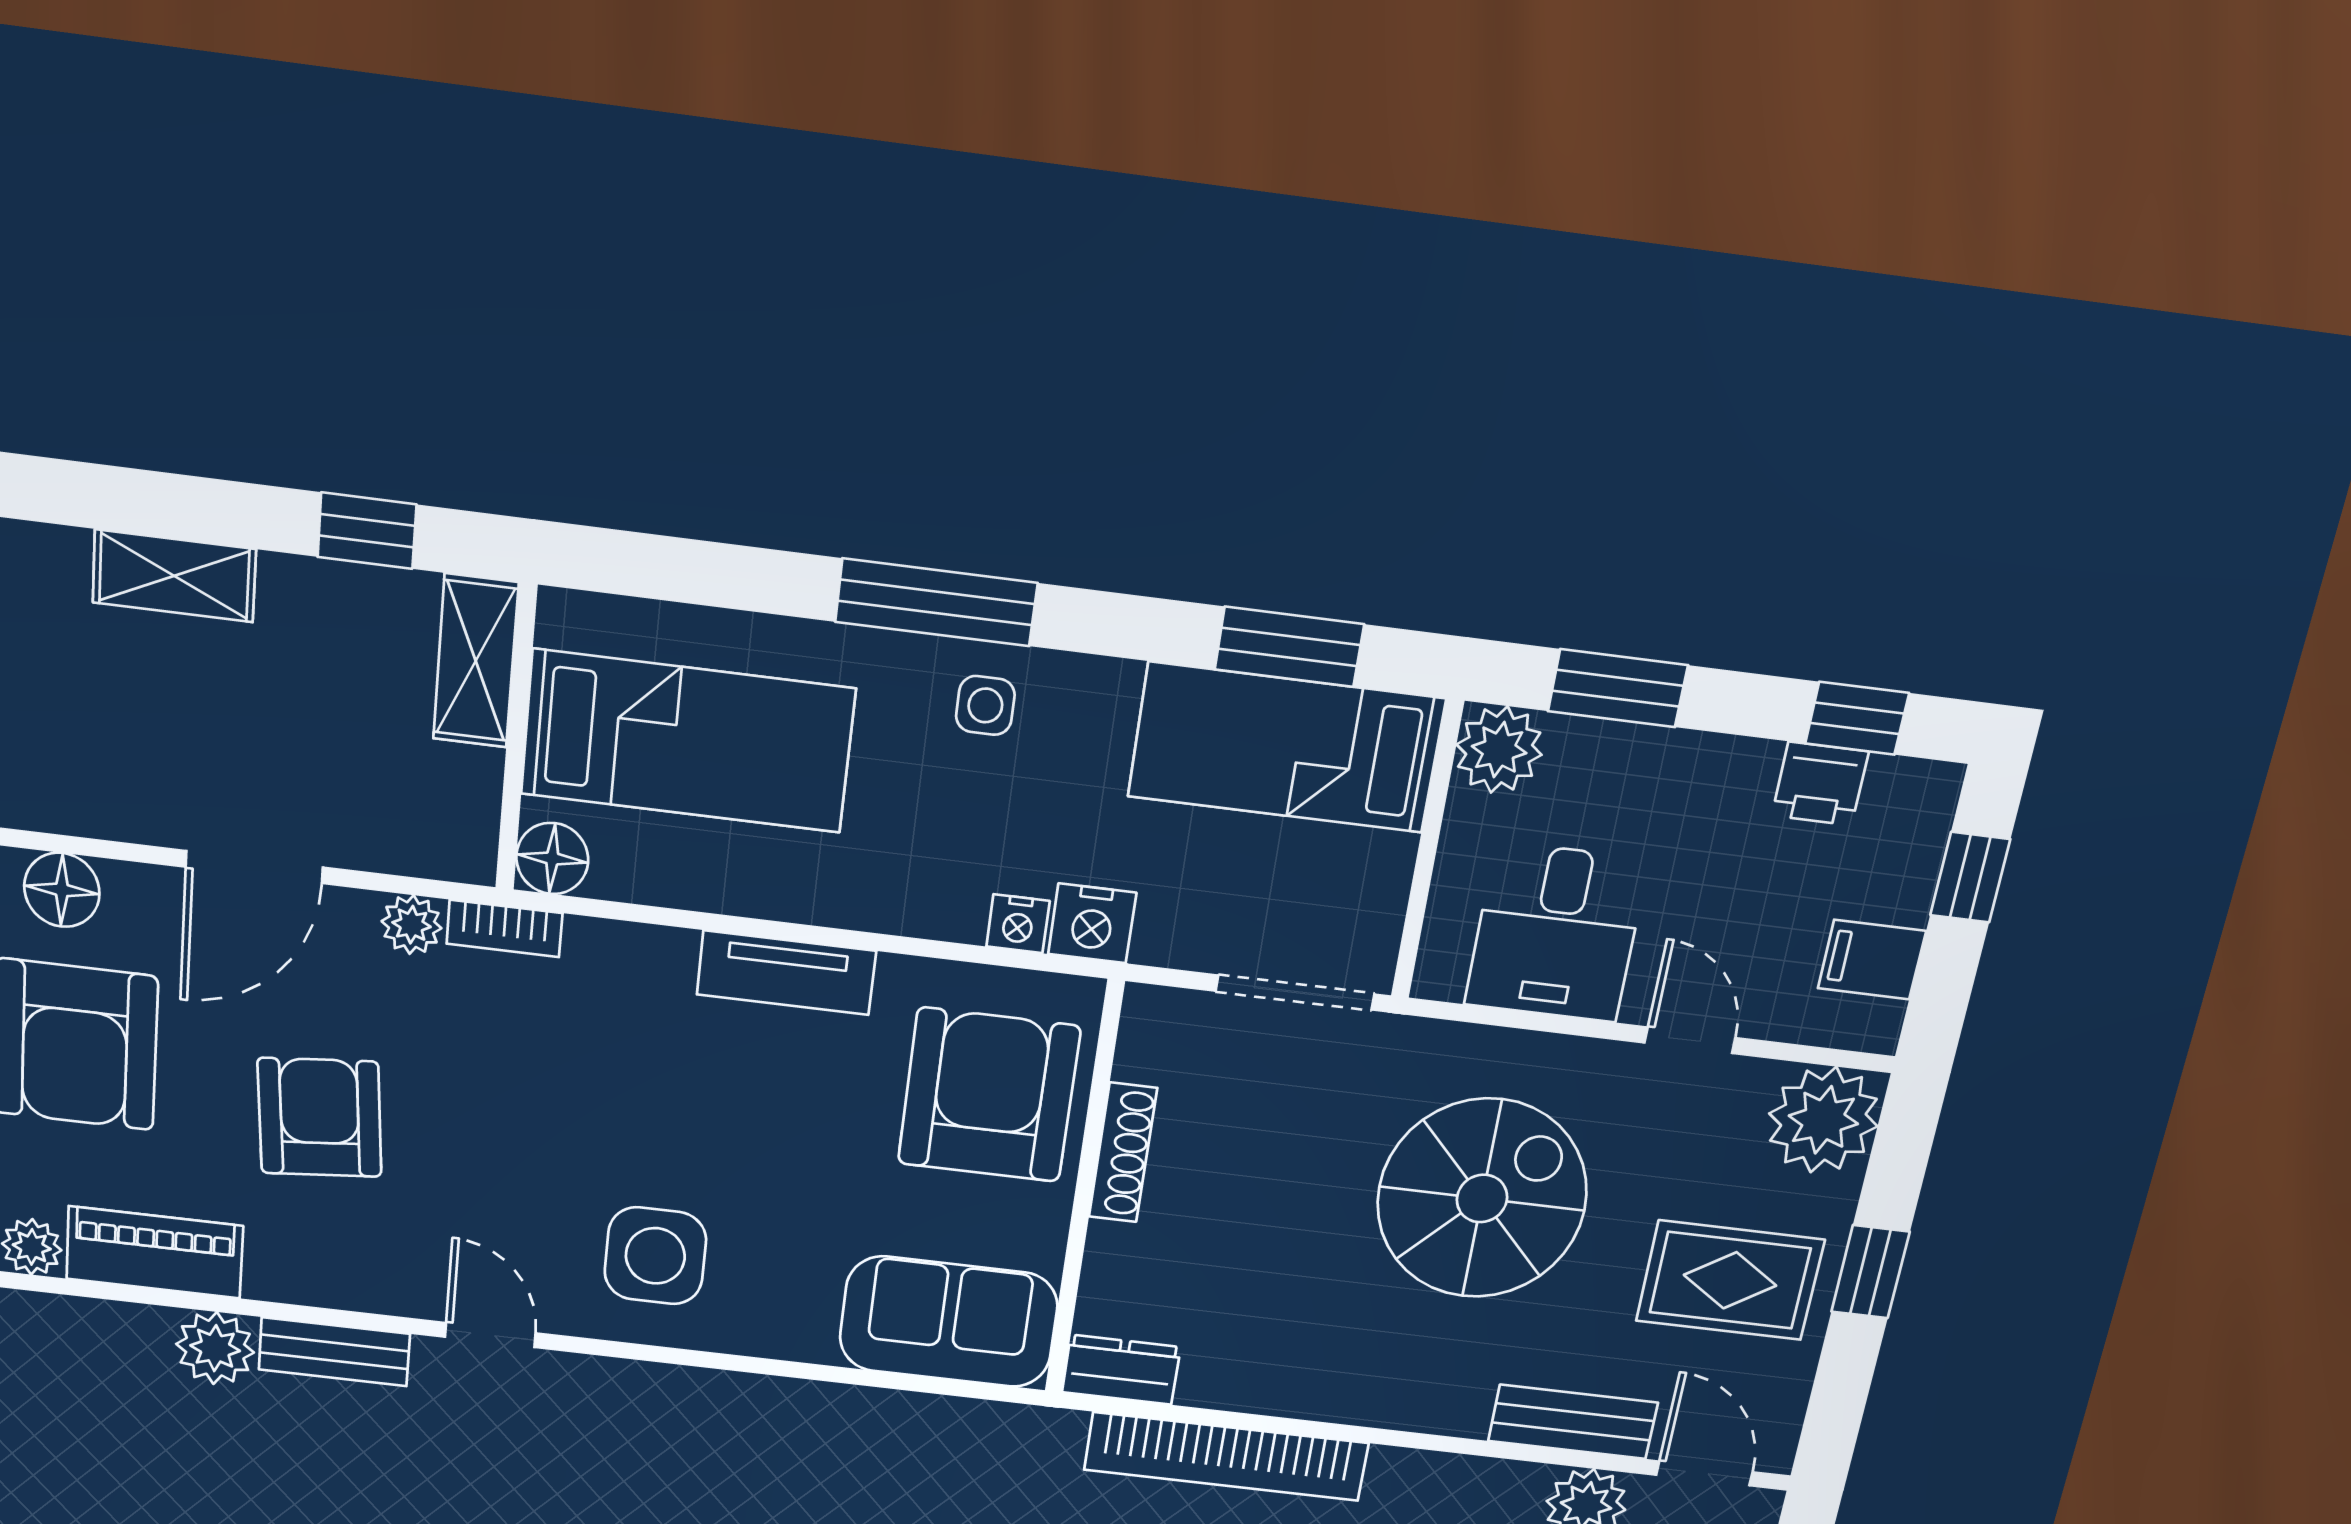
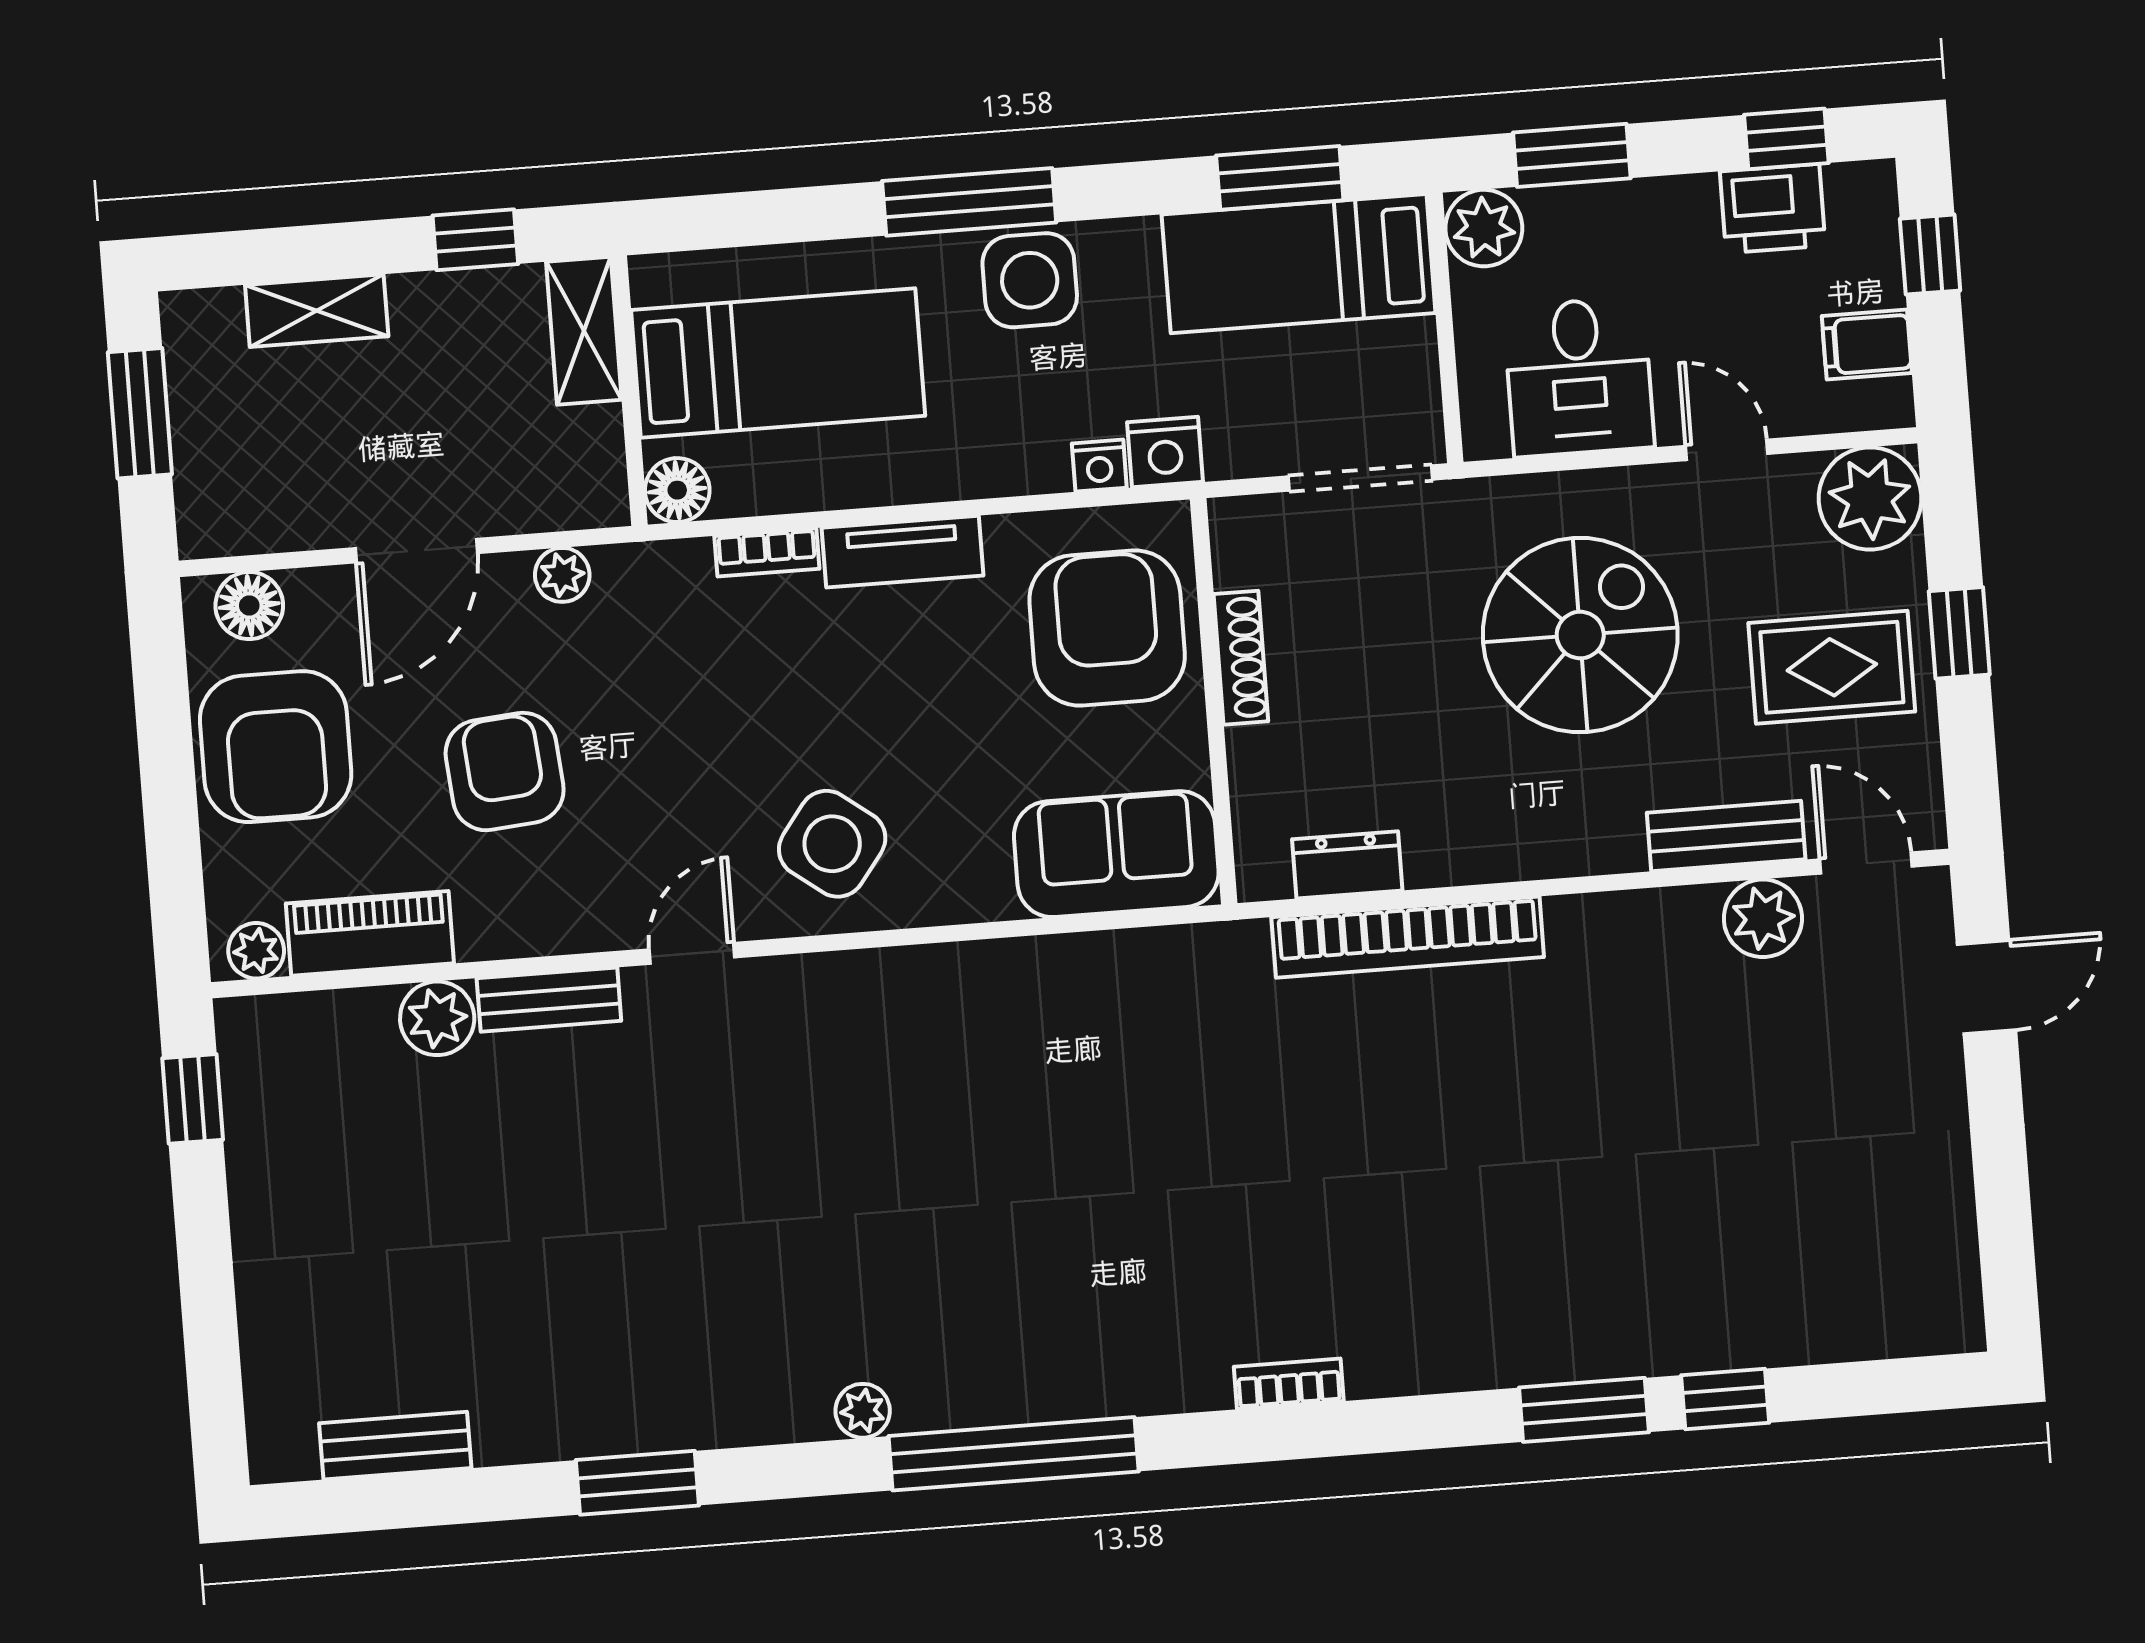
side table: (985, 705) -> (1030, 280), width x1.87, depth x1.87
printer: (1820, 784) -> (1773, 209), width x1.36, depth x1.24
bookcase: (505, 928) -> (767, 552), moved
side table: (655, 1256) -> (832, 844), turned 37
door: (490, 1335) -> (692, 953), hinge flipped
dresser: (1121, 1370) -> (1347, 865), moved

